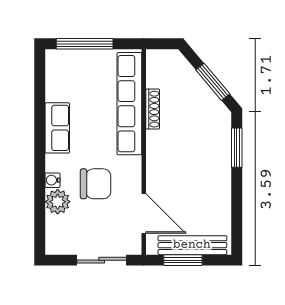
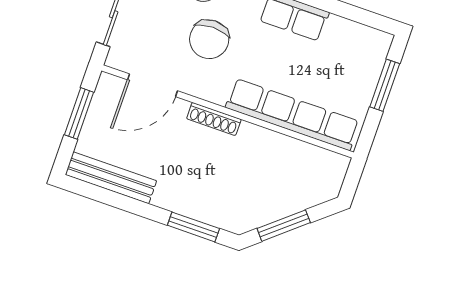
window: (85, 44) -> (385, 85), width x0.69
shoe rack: (153, 109) -> (214, 119), moved
bench: (192, 245) -> (111, 178), moved, turned 90

